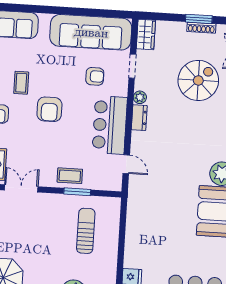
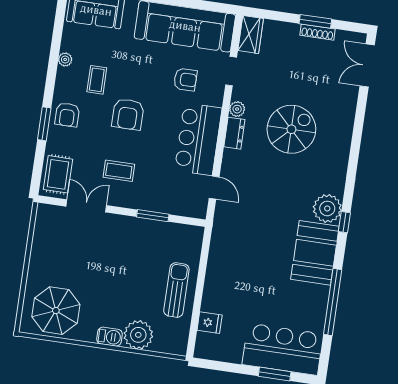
spiral stairs: (198, 80) -> (291, 129), moved
coffee table: (70, 176) -> (119, 171), moved
sun lounger: (86, 231) -> (176, 290), moved

